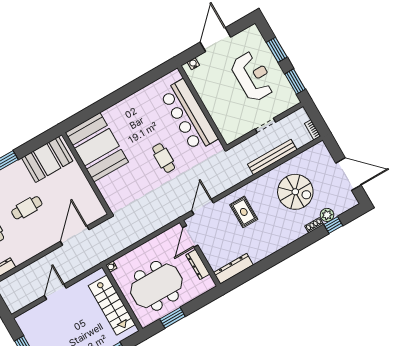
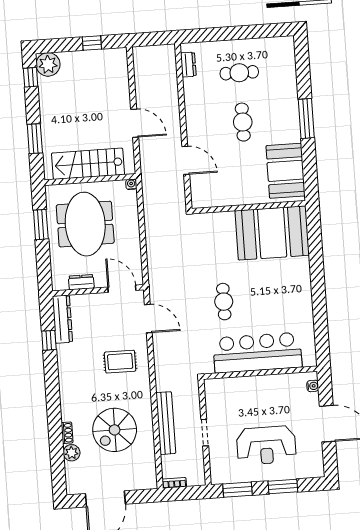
cafe table: (164, 158) -> (224, 302), turned 90
window: (333, 225) -> (49, 340), moved
door: (75, 236) -> (186, 160), width x0.73
dresser: (198, 264) -> (81, 282), width x0.70
door: (55, 292) -> (135, 123), moved

